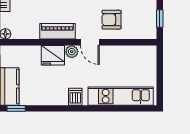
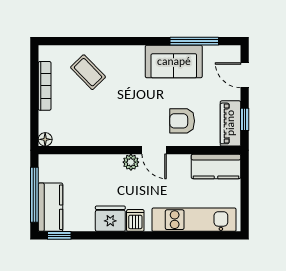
piano: (57, 31) -> (230, 123), moved, turned -90
fridge: (53, 55) -> (110, 219), moved, turned 180
kitchen counter: (138, 55) -> (216, 166), added

